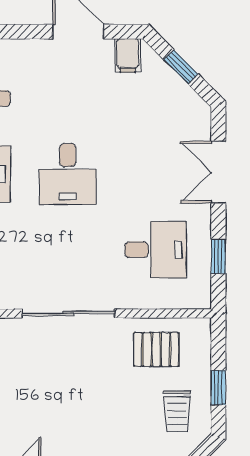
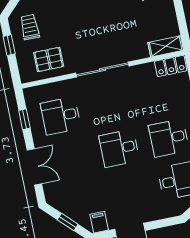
desk: (68, 174) -> (119, 148), turned -90

